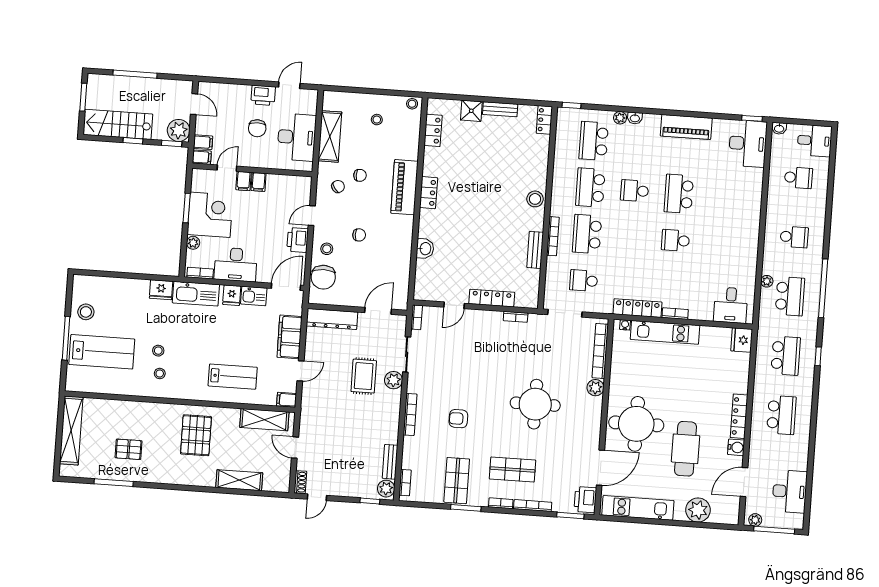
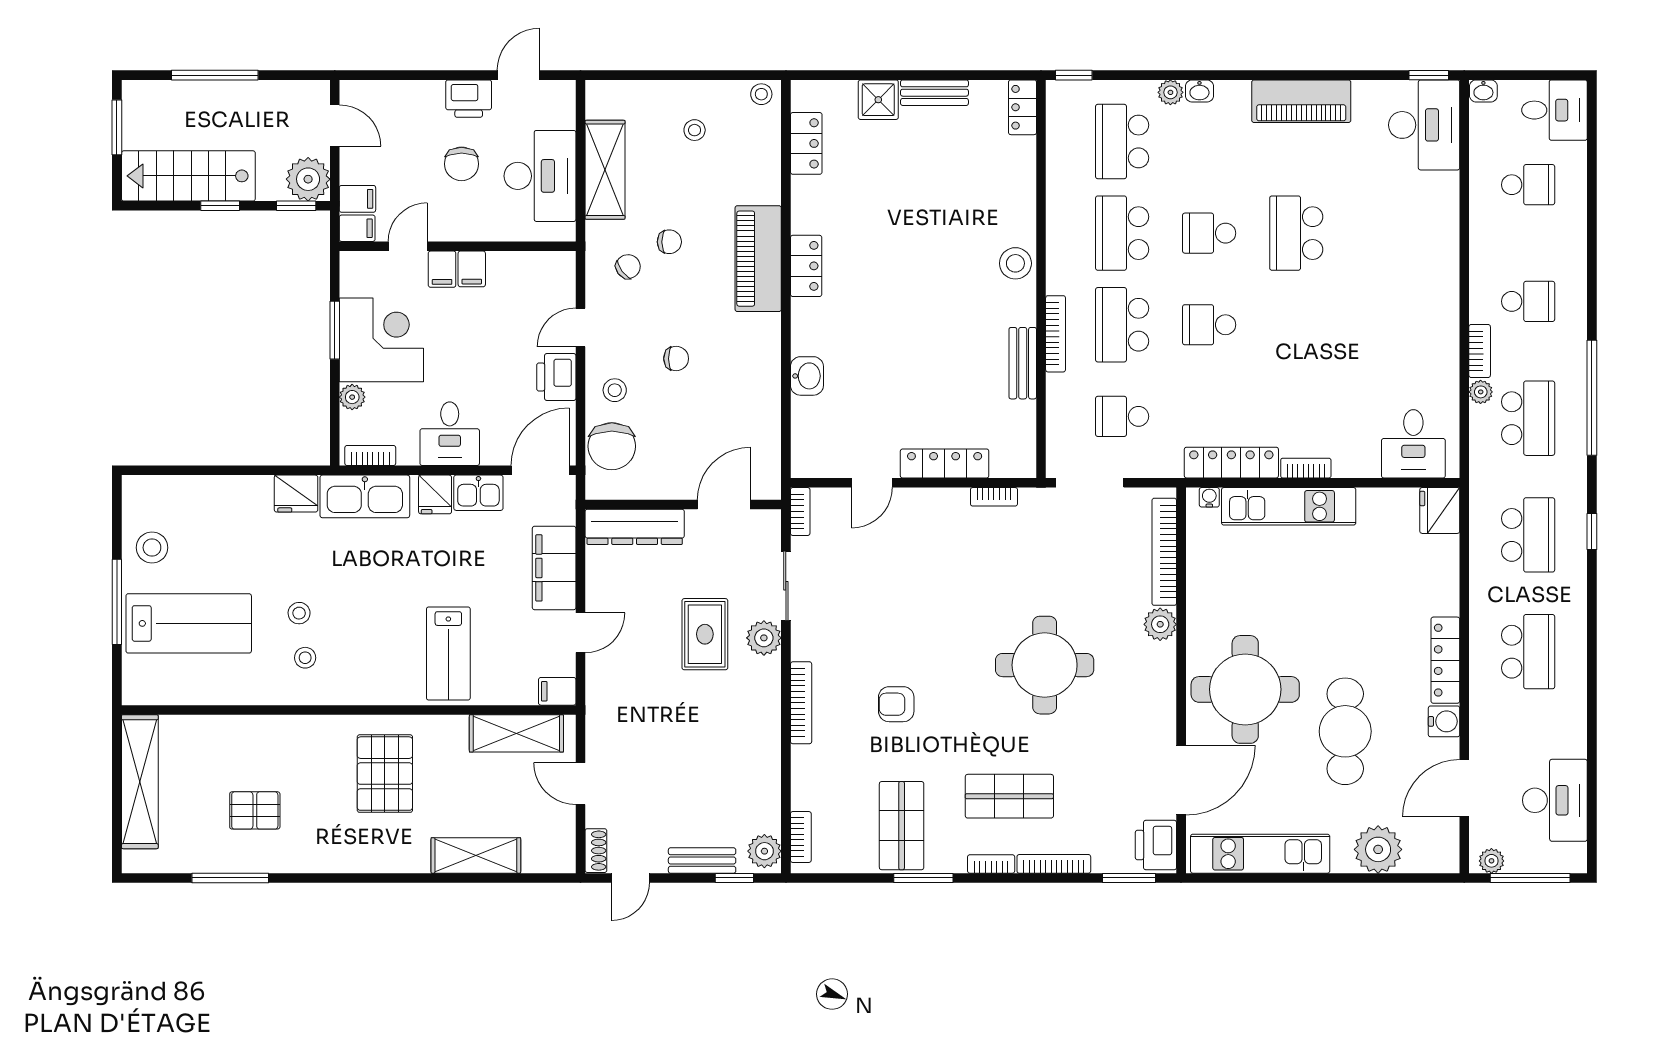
school desk: (675, 240) -> (1209, 325), moved
bookcase: (768, 260) -> (1480, 351), added
desk: (236, 265) -> (450, 434), width x0.73
lab bench: (233, 377) -> (448, 654), turned 90
bench: (390, 462) -> (702, 860), moved, turned 90

